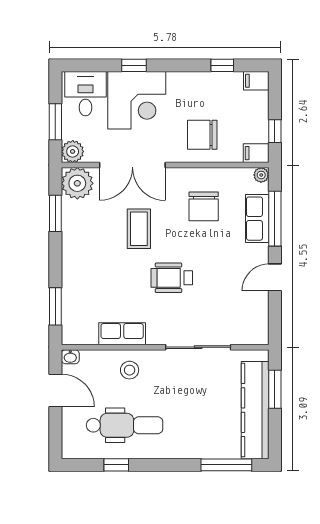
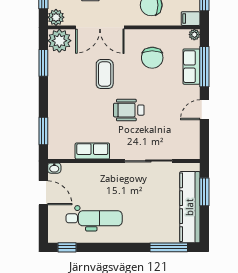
stool: (130, 370) -> (98, 178), removed
window: (116, 465) -> (67, 247), moved

